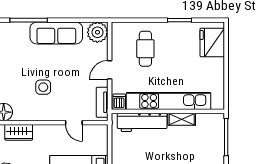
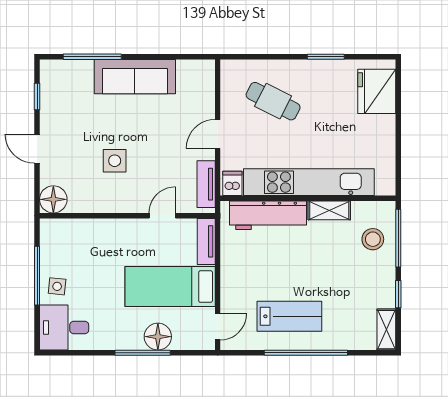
plant: (97, 32) -> (199, 76), removed
cafe table: (145, 49) -> (273, 101), turned -63
door: (74, 123) -> (162, 216), swing flipped
wardrobe: (19, 132) -> (77, 231), removed
stool: (210, 138) -> (373, 239), added
tv unit: (102, 139) -> (206, 241), added

